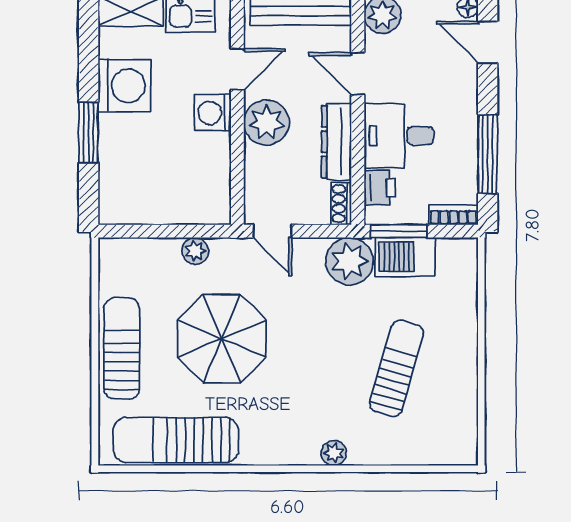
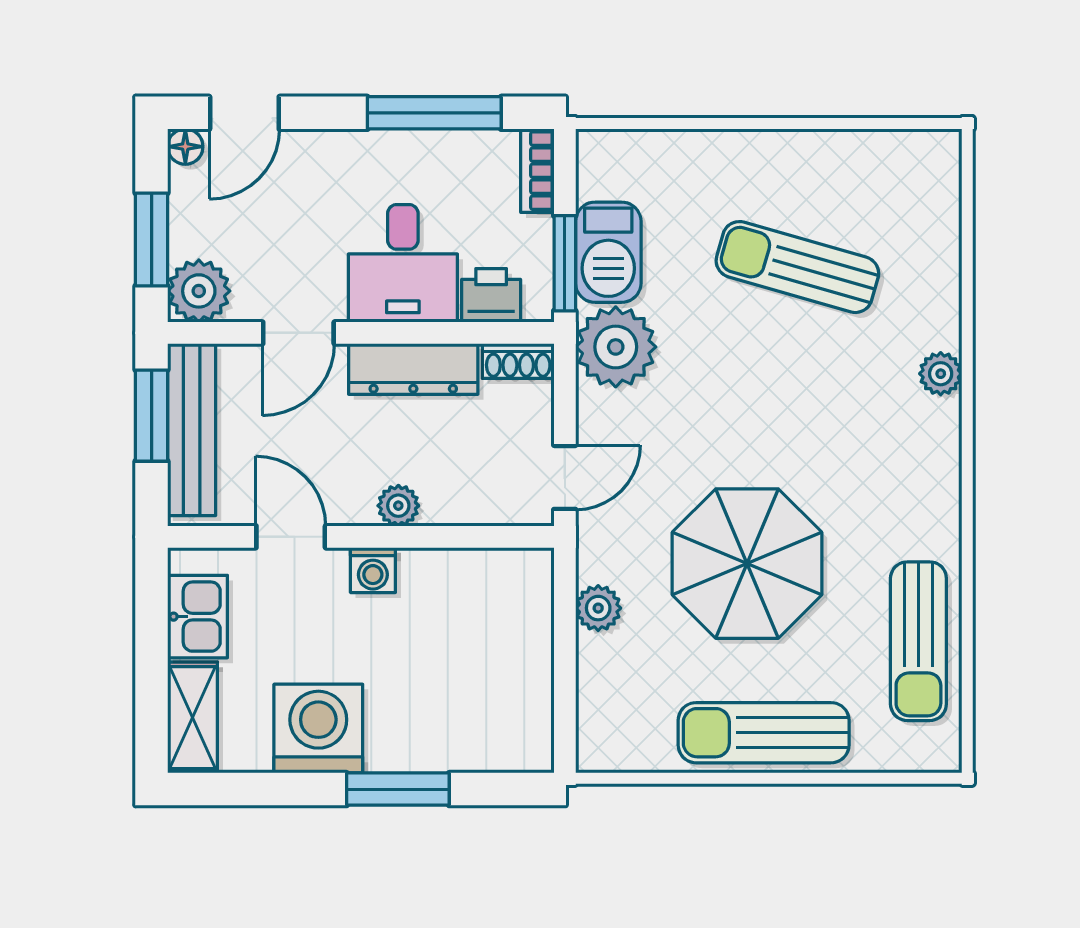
washing machine: (213, 113) -> (373, 570), width x0.73, depth x0.73
plant: (266, 122) -> (398, 506), width x0.53, depth x0.53
sun lounger: (176, 440) -> (918, 641), width x0.73, depth x0.75

